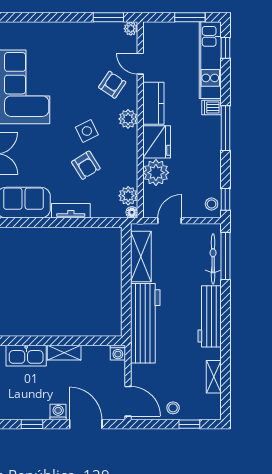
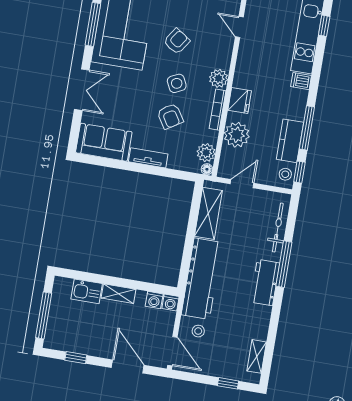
armchair: (112, 85) -> (177, 41), moved
kitchen counter: (153, 103) -> (290, 141), moved, turned 180
window: (225, 128) -> (307, 128), moved
fridge: (157, 142) -> (240, 101), width x0.73, depth x0.75
bookcase: (132, 150) -> (218, 110), added
window: (225, 256) -> (284, 264), moved
workbench: (210, 316) -> (265, 282), width x0.73
kitchen sink: (26, 356) -> (87, 291), width x0.73
shelving: (214, 377) -> (257, 356), moved
stool: (173, 408) -> (198, 331), moved
washing machine: (58, 412) -> (154, 300), moved, turned 180

